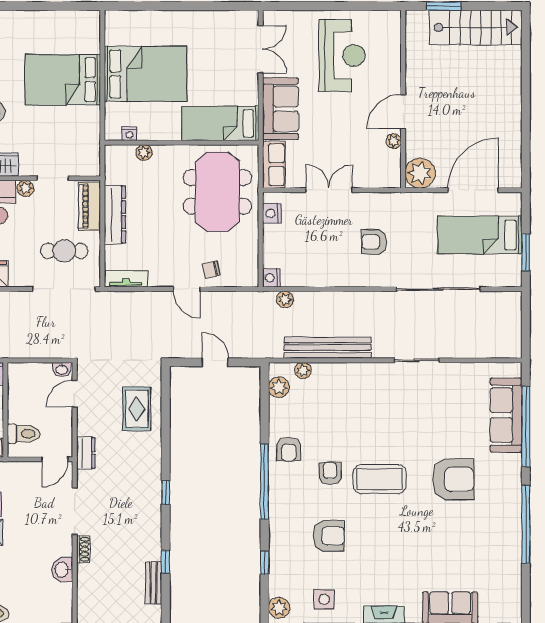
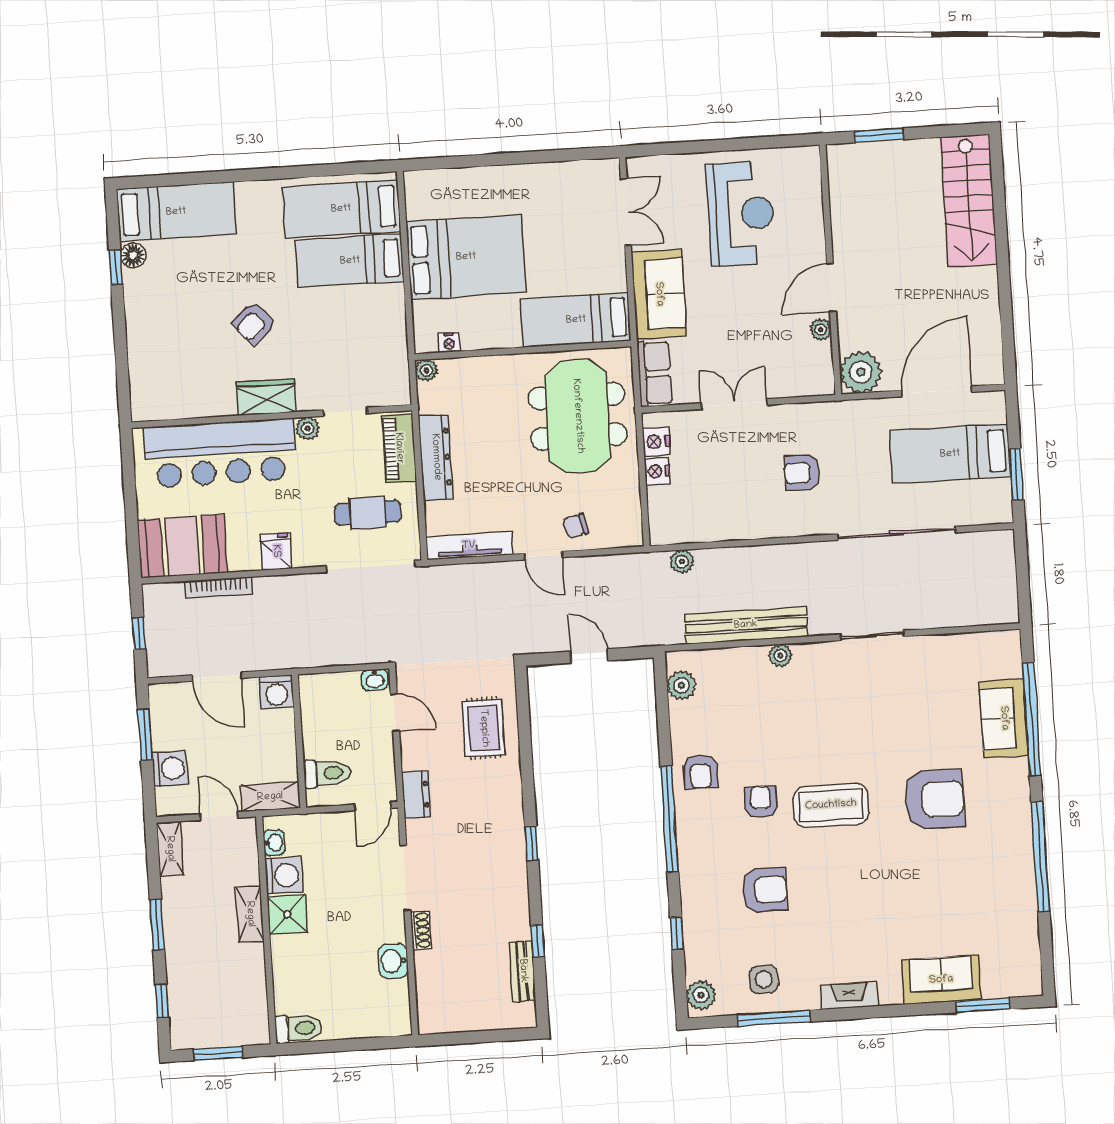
stairs: (476, 27) -> (969, 201), moved, turned 90
bed: (59, 34) -> (341, 209), added
bed: (63, 80) -> (350, 261), width x0.67
plant: (144, 153) -> (426, 370), moved
nightstand: (271, 278) -> (657, 471), moved
tv unit: (126, 279) -> (469, 546), width x1.41
plant: (303, 370) -> (780, 655), moved
door: (75, 394) -> (395, 713), swing flipped
sofa: (506, 415) -> (1004, 718), width x0.73

